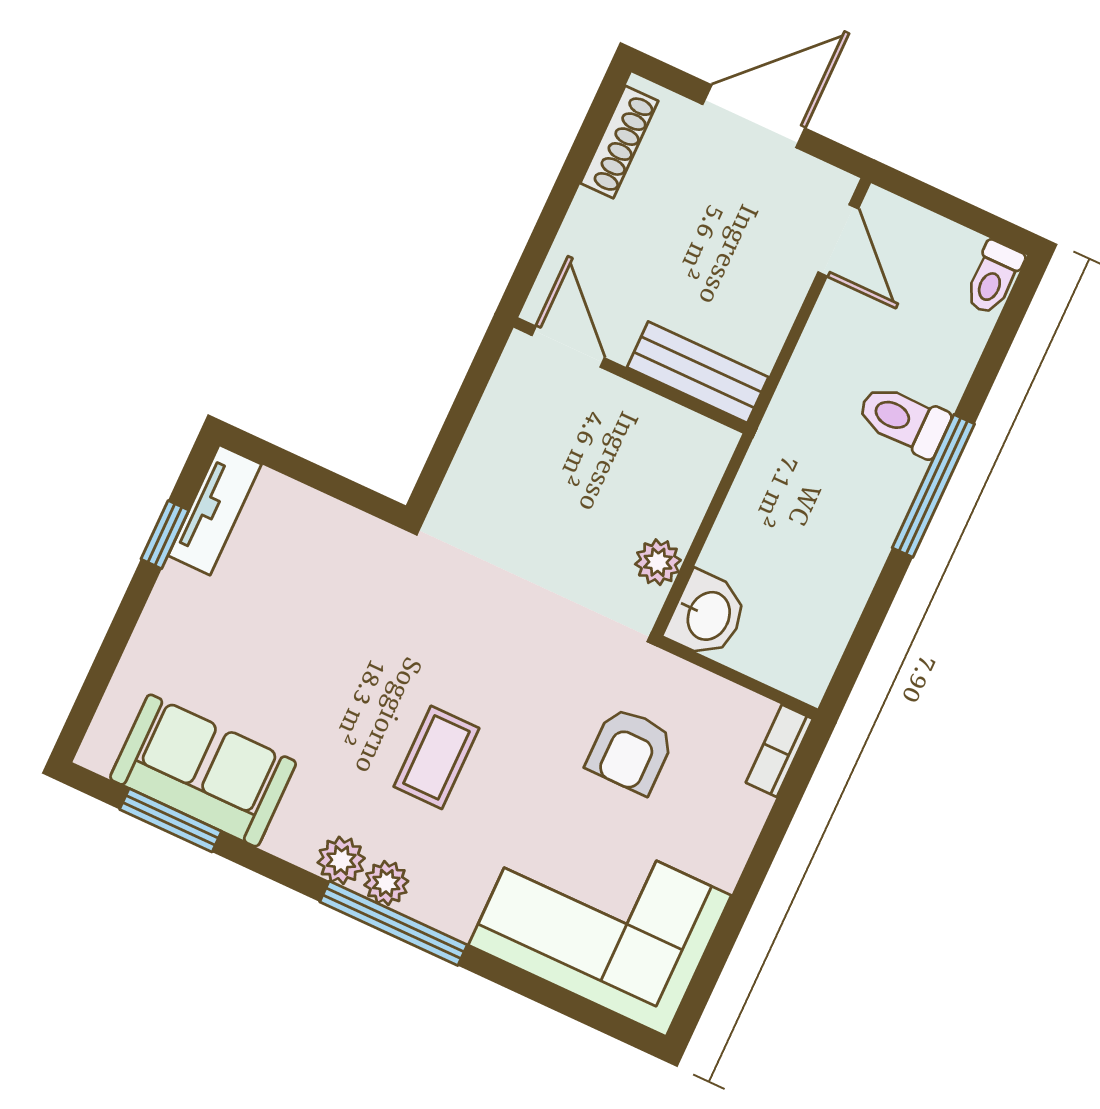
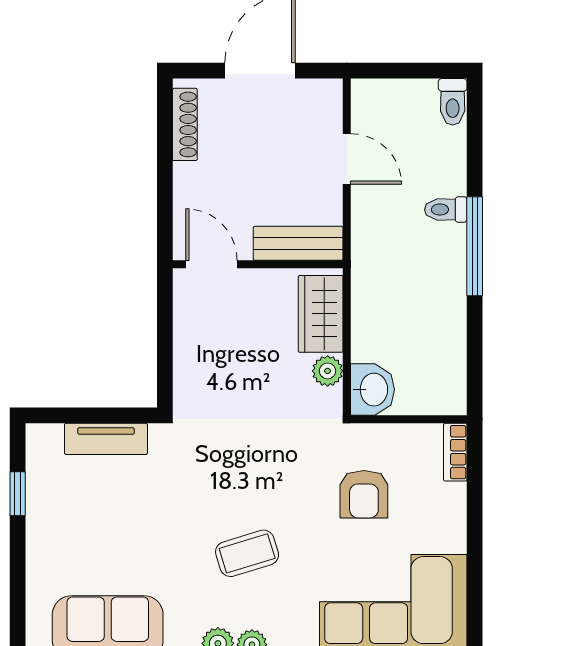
door: (838, 240) -> (347, 159), moved
toilet: (903, 420) -> (446, 210), width x0.73, depth x0.72
wardrobe: (684, 481) -> (321, 314), added
tv unit: (215, 510) -> (106, 439), moved, turned 90
coffee table: (436, 757) -> (247, 553), turned 73

